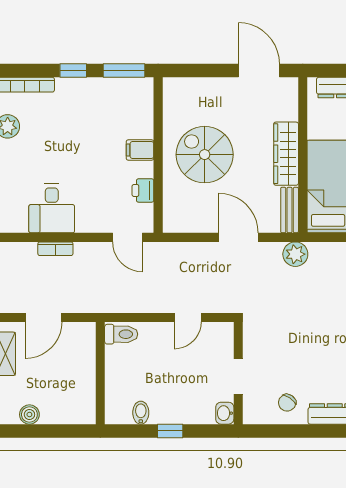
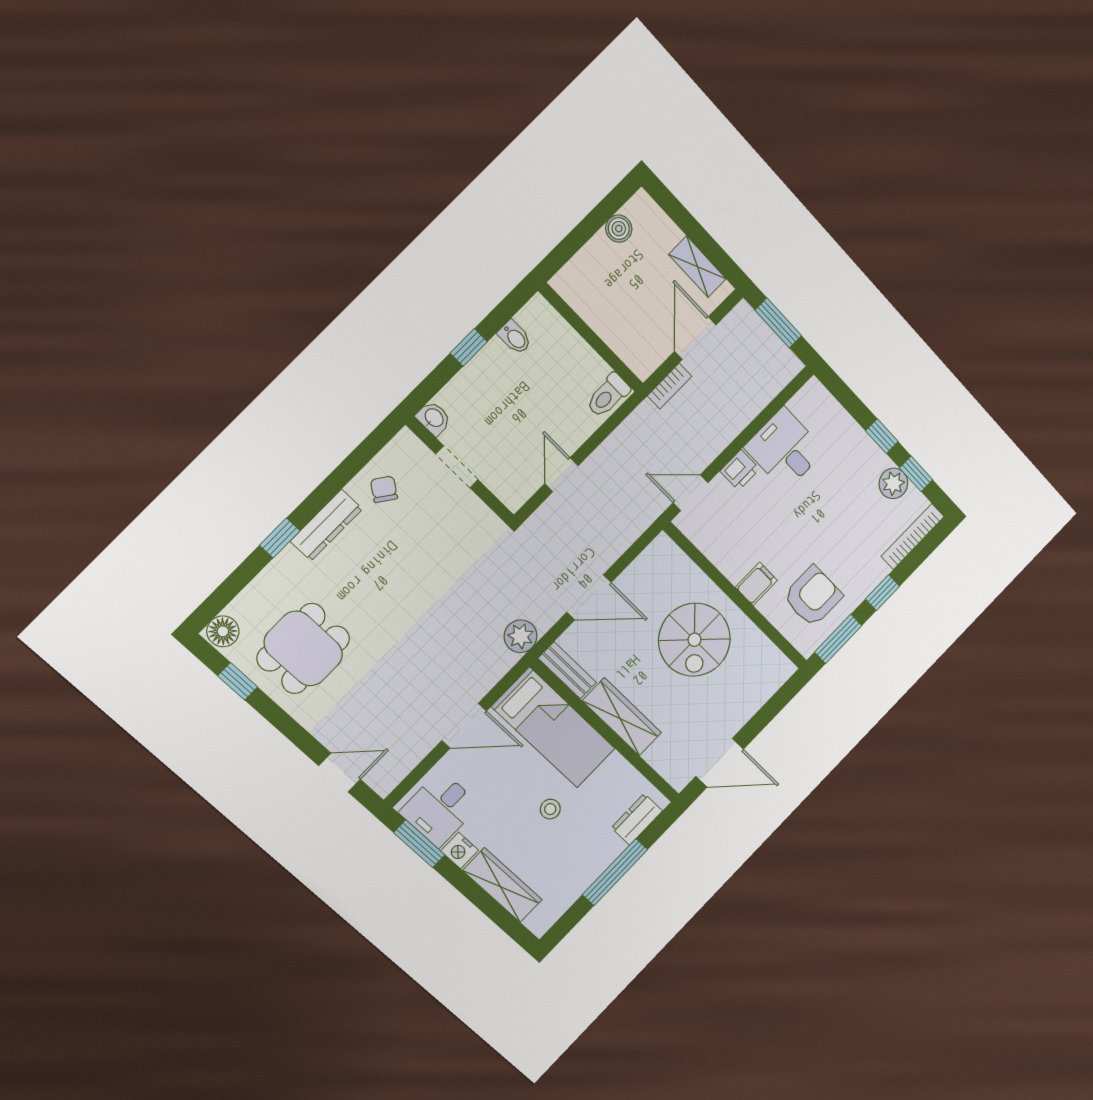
armchair: (115, 110) -> (813, 596), added
spiral stairs: (205, 155) -> (694, 640), turned 90
printer: (143, 190) -> (740, 470), moved, turned 90
bookcase: (55, 249) -> (669, 386), moved, turned 180

